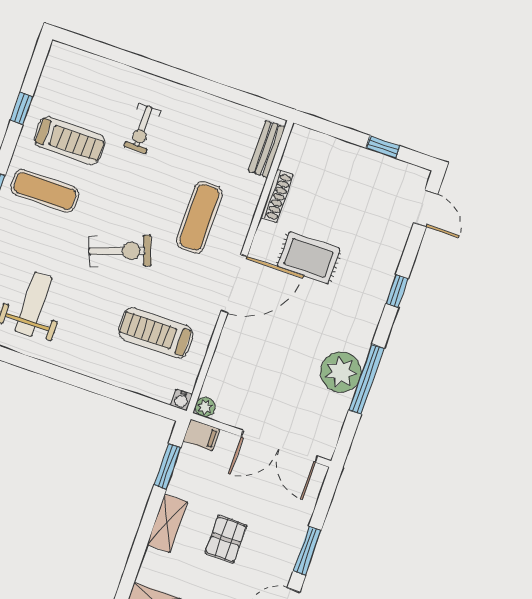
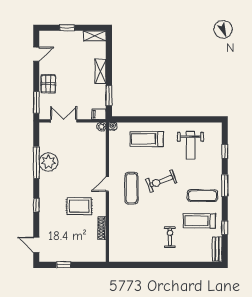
bench: (267, 149) -> (217, 249), moved
exercise mat: (199, 217) -> (131, 188), moved
door: (234, 284) -> (107, 184), width x0.53
treadmill: (156, 333) -> (147, 139), moved, turned 180
double door: (279, 446) -> (64, 121), width x0.73
pallet: (226, 539) -> (48, 84), moved
window: (307, 551) -> (36, 102), moved

